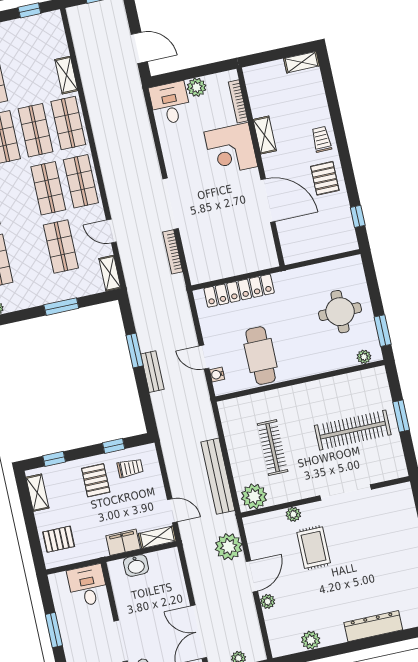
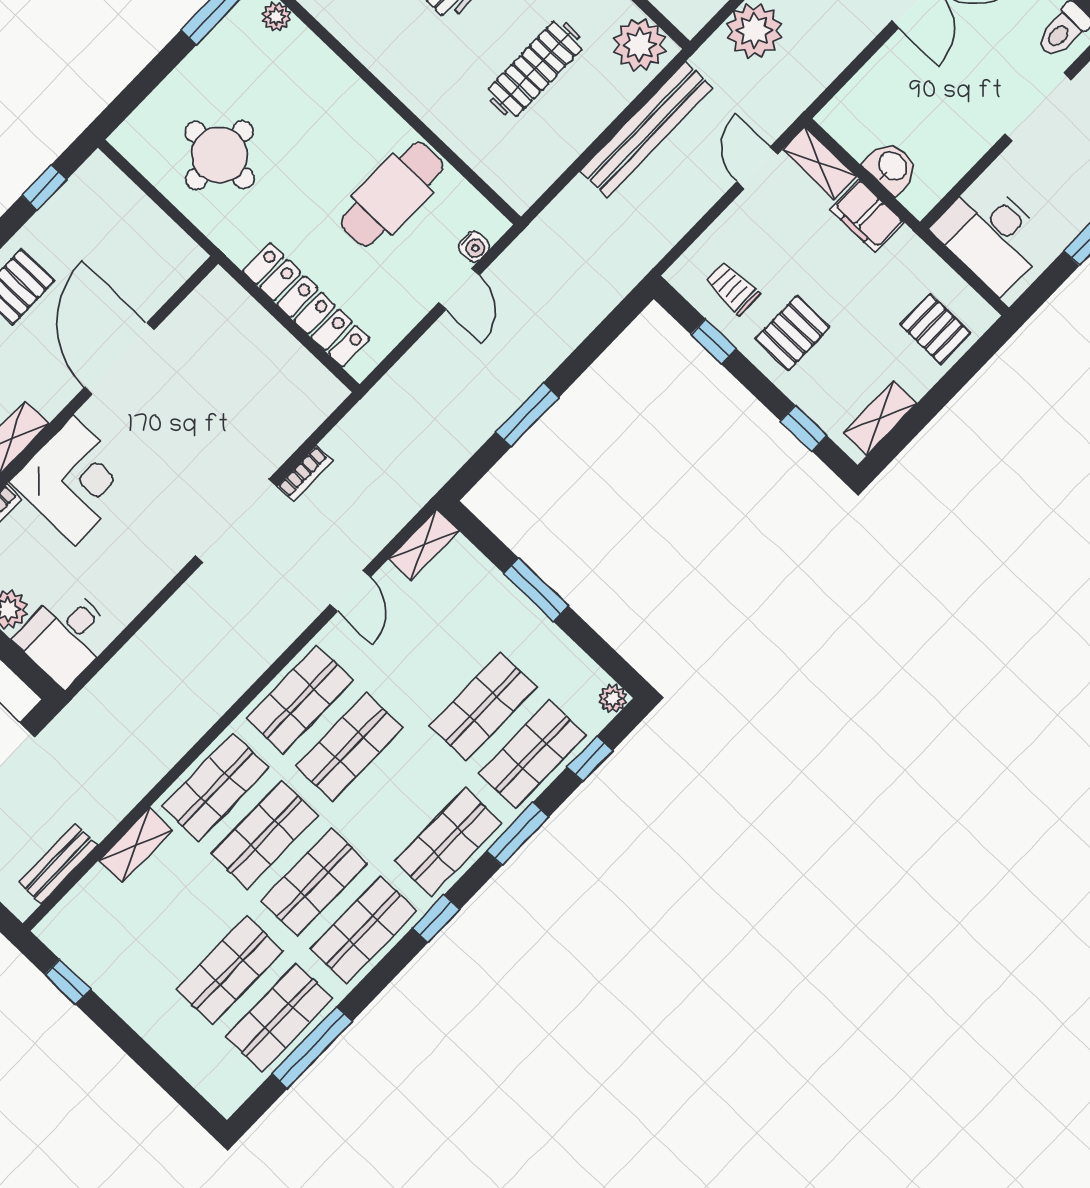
shop shelf: (61, 246) -> (483, 707), moved
bookcase: (173, 252) -> (305, 474), width x0.64
round table: (340, 312) -> (220, 155), moved
bench: (152, 372) -> (58, 864), moved
desk: (88, 586) -> (991, 236), width x1.37

